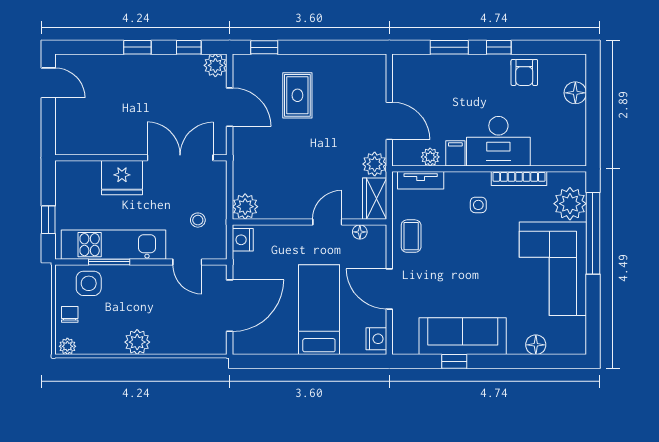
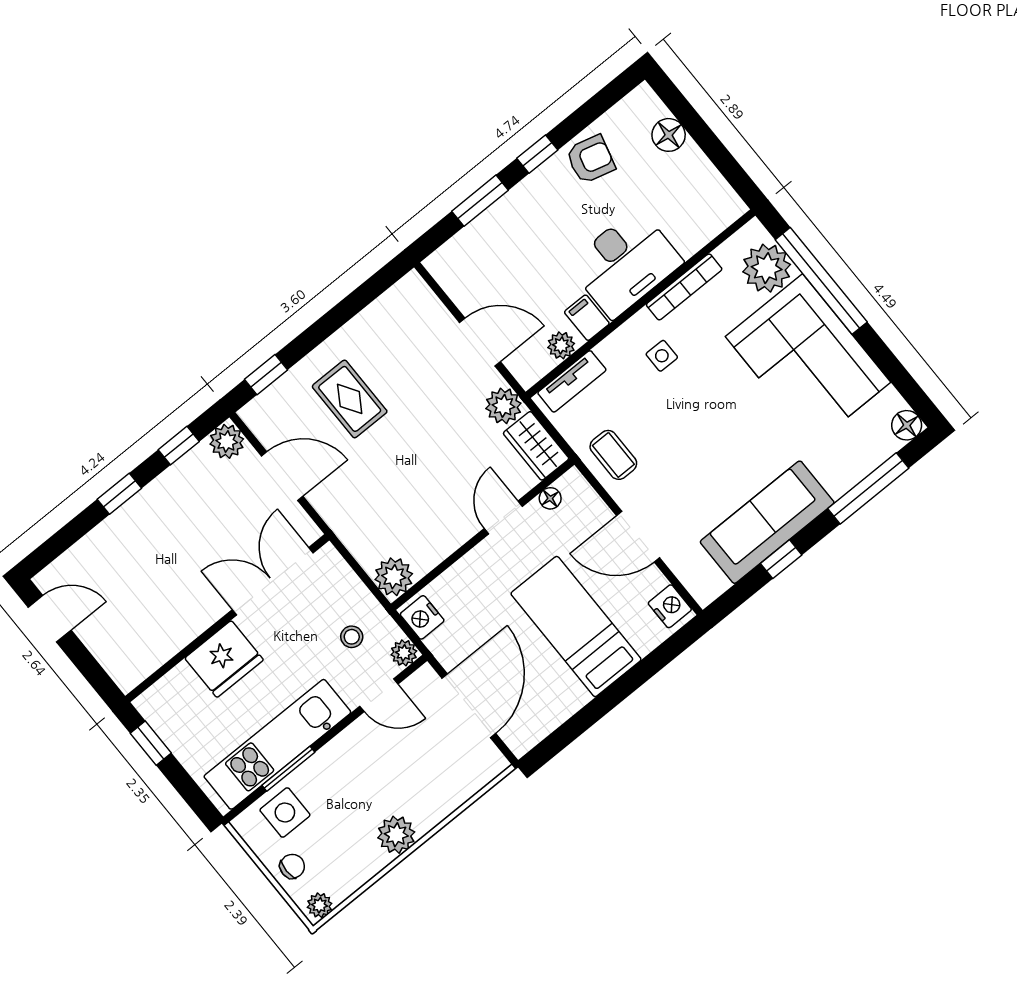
armchair: (524, 72) -> (591, 159), turned -75
window: (48, 220) -> (151, 743), moved
plant: (218, 251) -> (404, 653), added
chair: (70, 314) -> (292, 866), turned 90
floor lamp: (536, 345) -> (907, 425), moved
window: (530, 361) -> (868, 488), added

